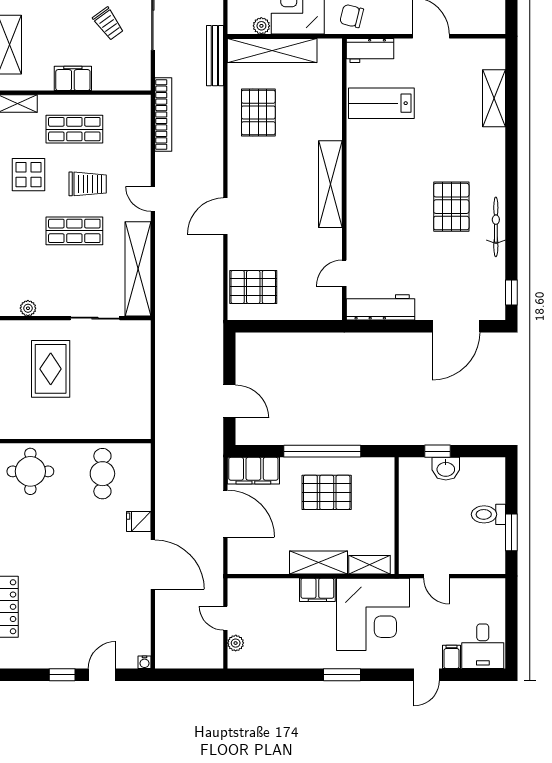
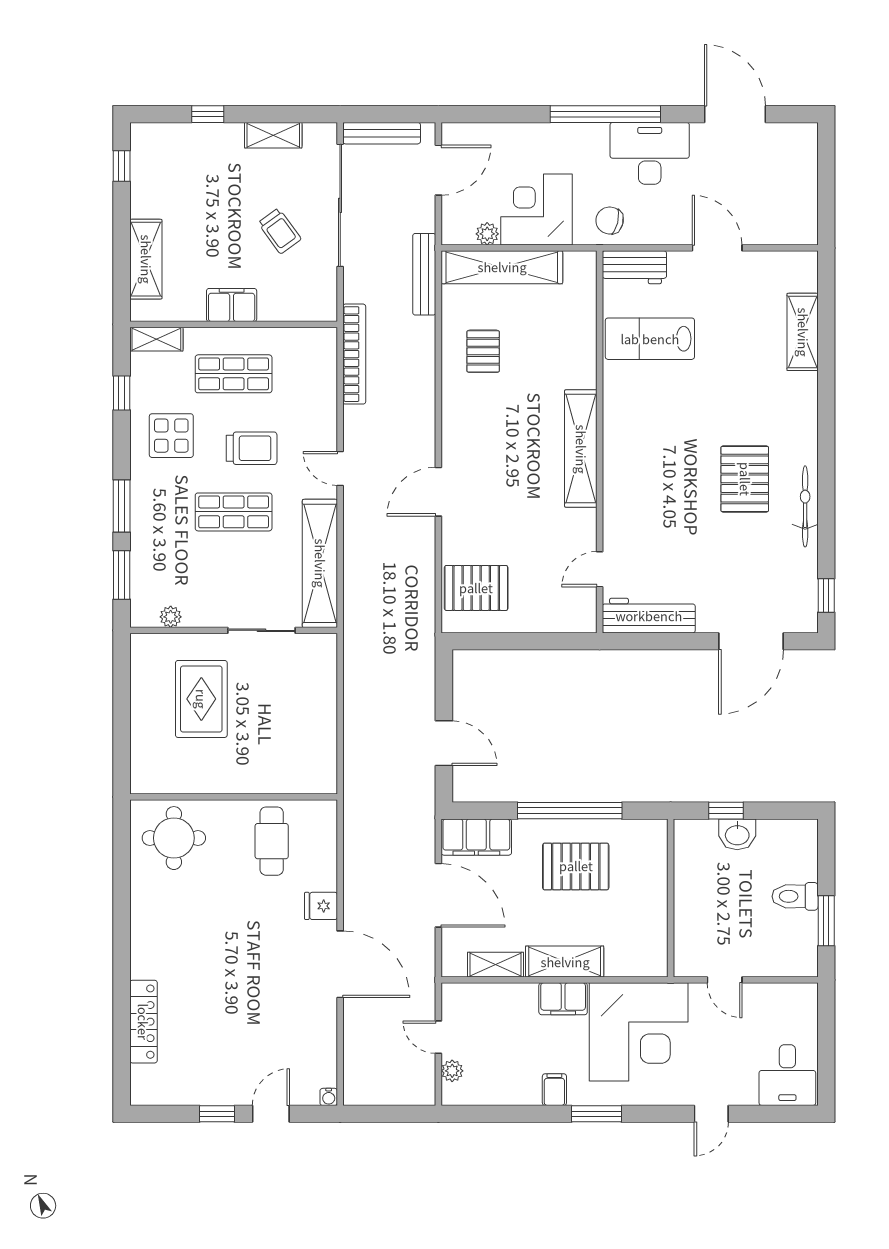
pallet: (258, 112) -> (483, 351), width x0.67, depth x0.71
shelving: (370, 565) -> (496, 965), moved
filing cabinet: (452, 657) -> (554, 1090), moved

